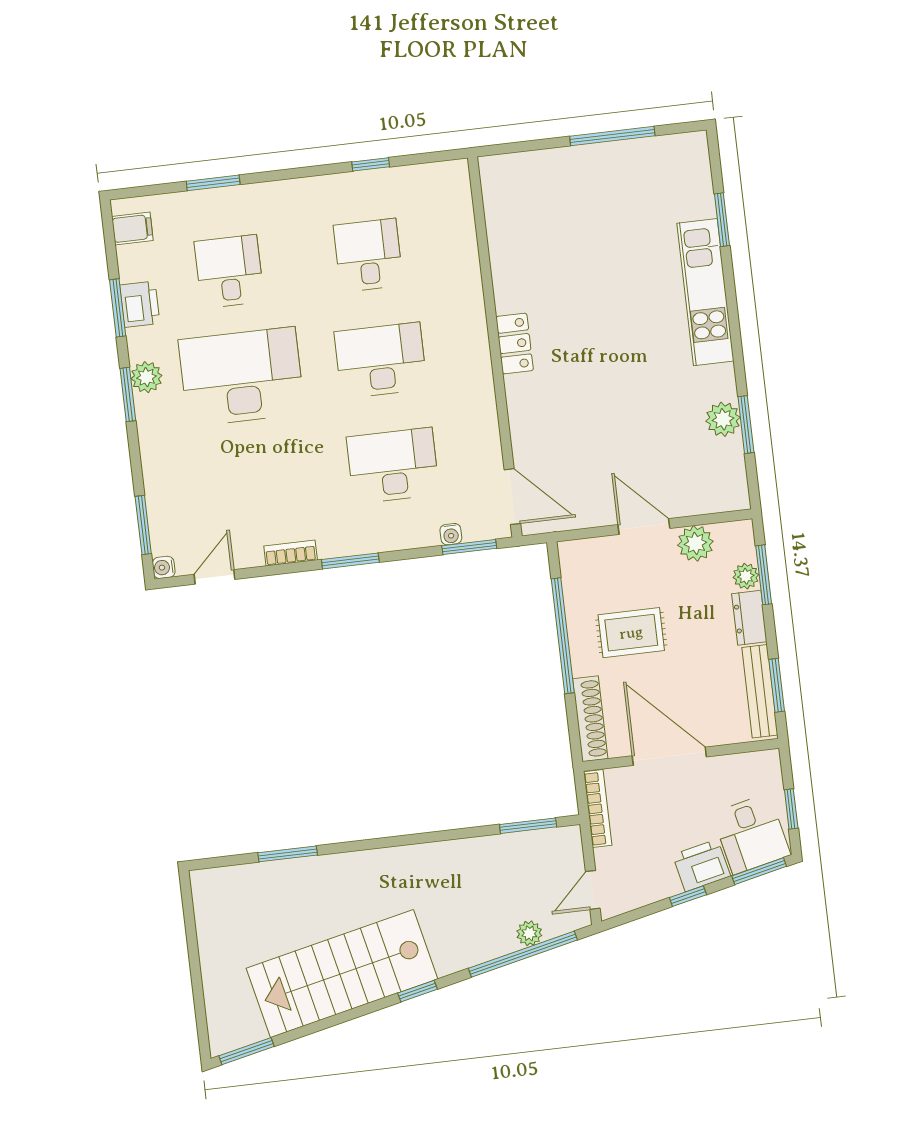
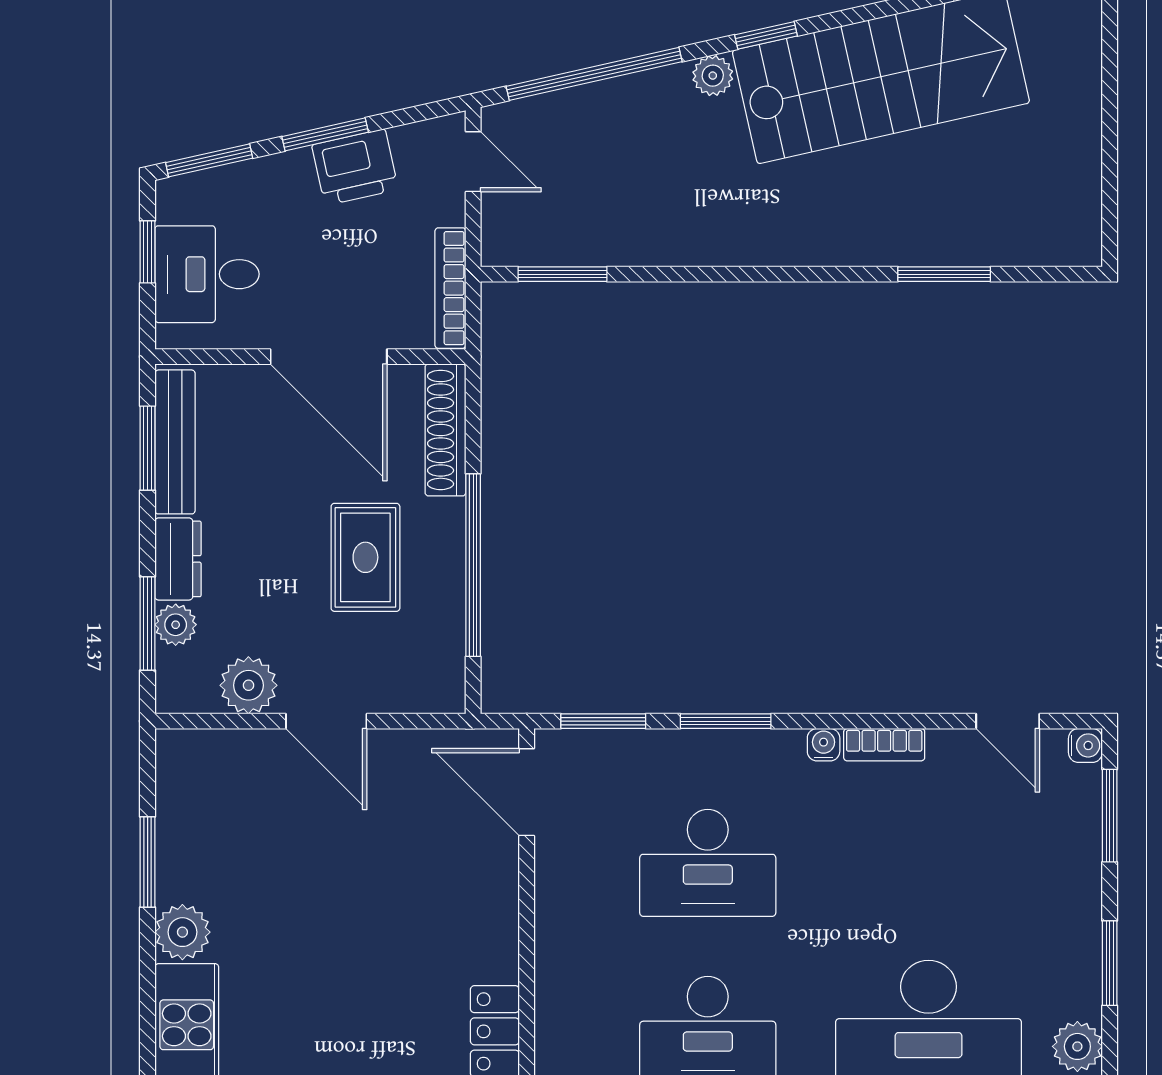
window: (128, 394) -> (1110, 963), moved
plant: (723, 419) -> (182, 932), moved
water cooler: (451, 534) -> (824, 745), moved
window: (350, 561) -> (726, 721), moved
door: (214, 577) -> (1008, 721), hinge flipped
rug: (631, 633) -> (365, 557), turned 90
desk: (751, 834) -> (207, 274), moved, turned -77
printer: (702, 865) -> (355, 167), moved
door: (593, 890) -> (473, 162), hinge flipped
window: (688, 896) -> (325, 134), width x1.50
plant: (529, 933) -> (713, 76), moved

